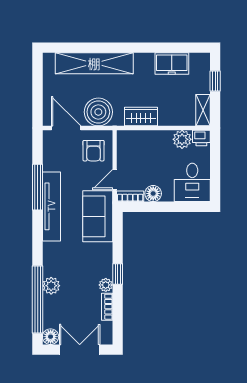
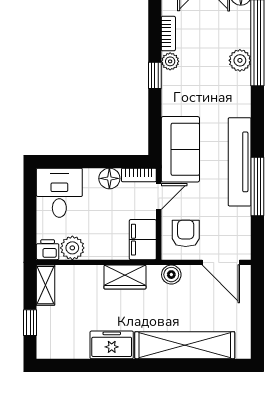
freezer: (172, 64) -> (112, 345), moved
boiler: (98, 112) -> (171, 275), width x0.54, depth x0.54
filing cabinet: (127, 146) -> (143, 240), added

